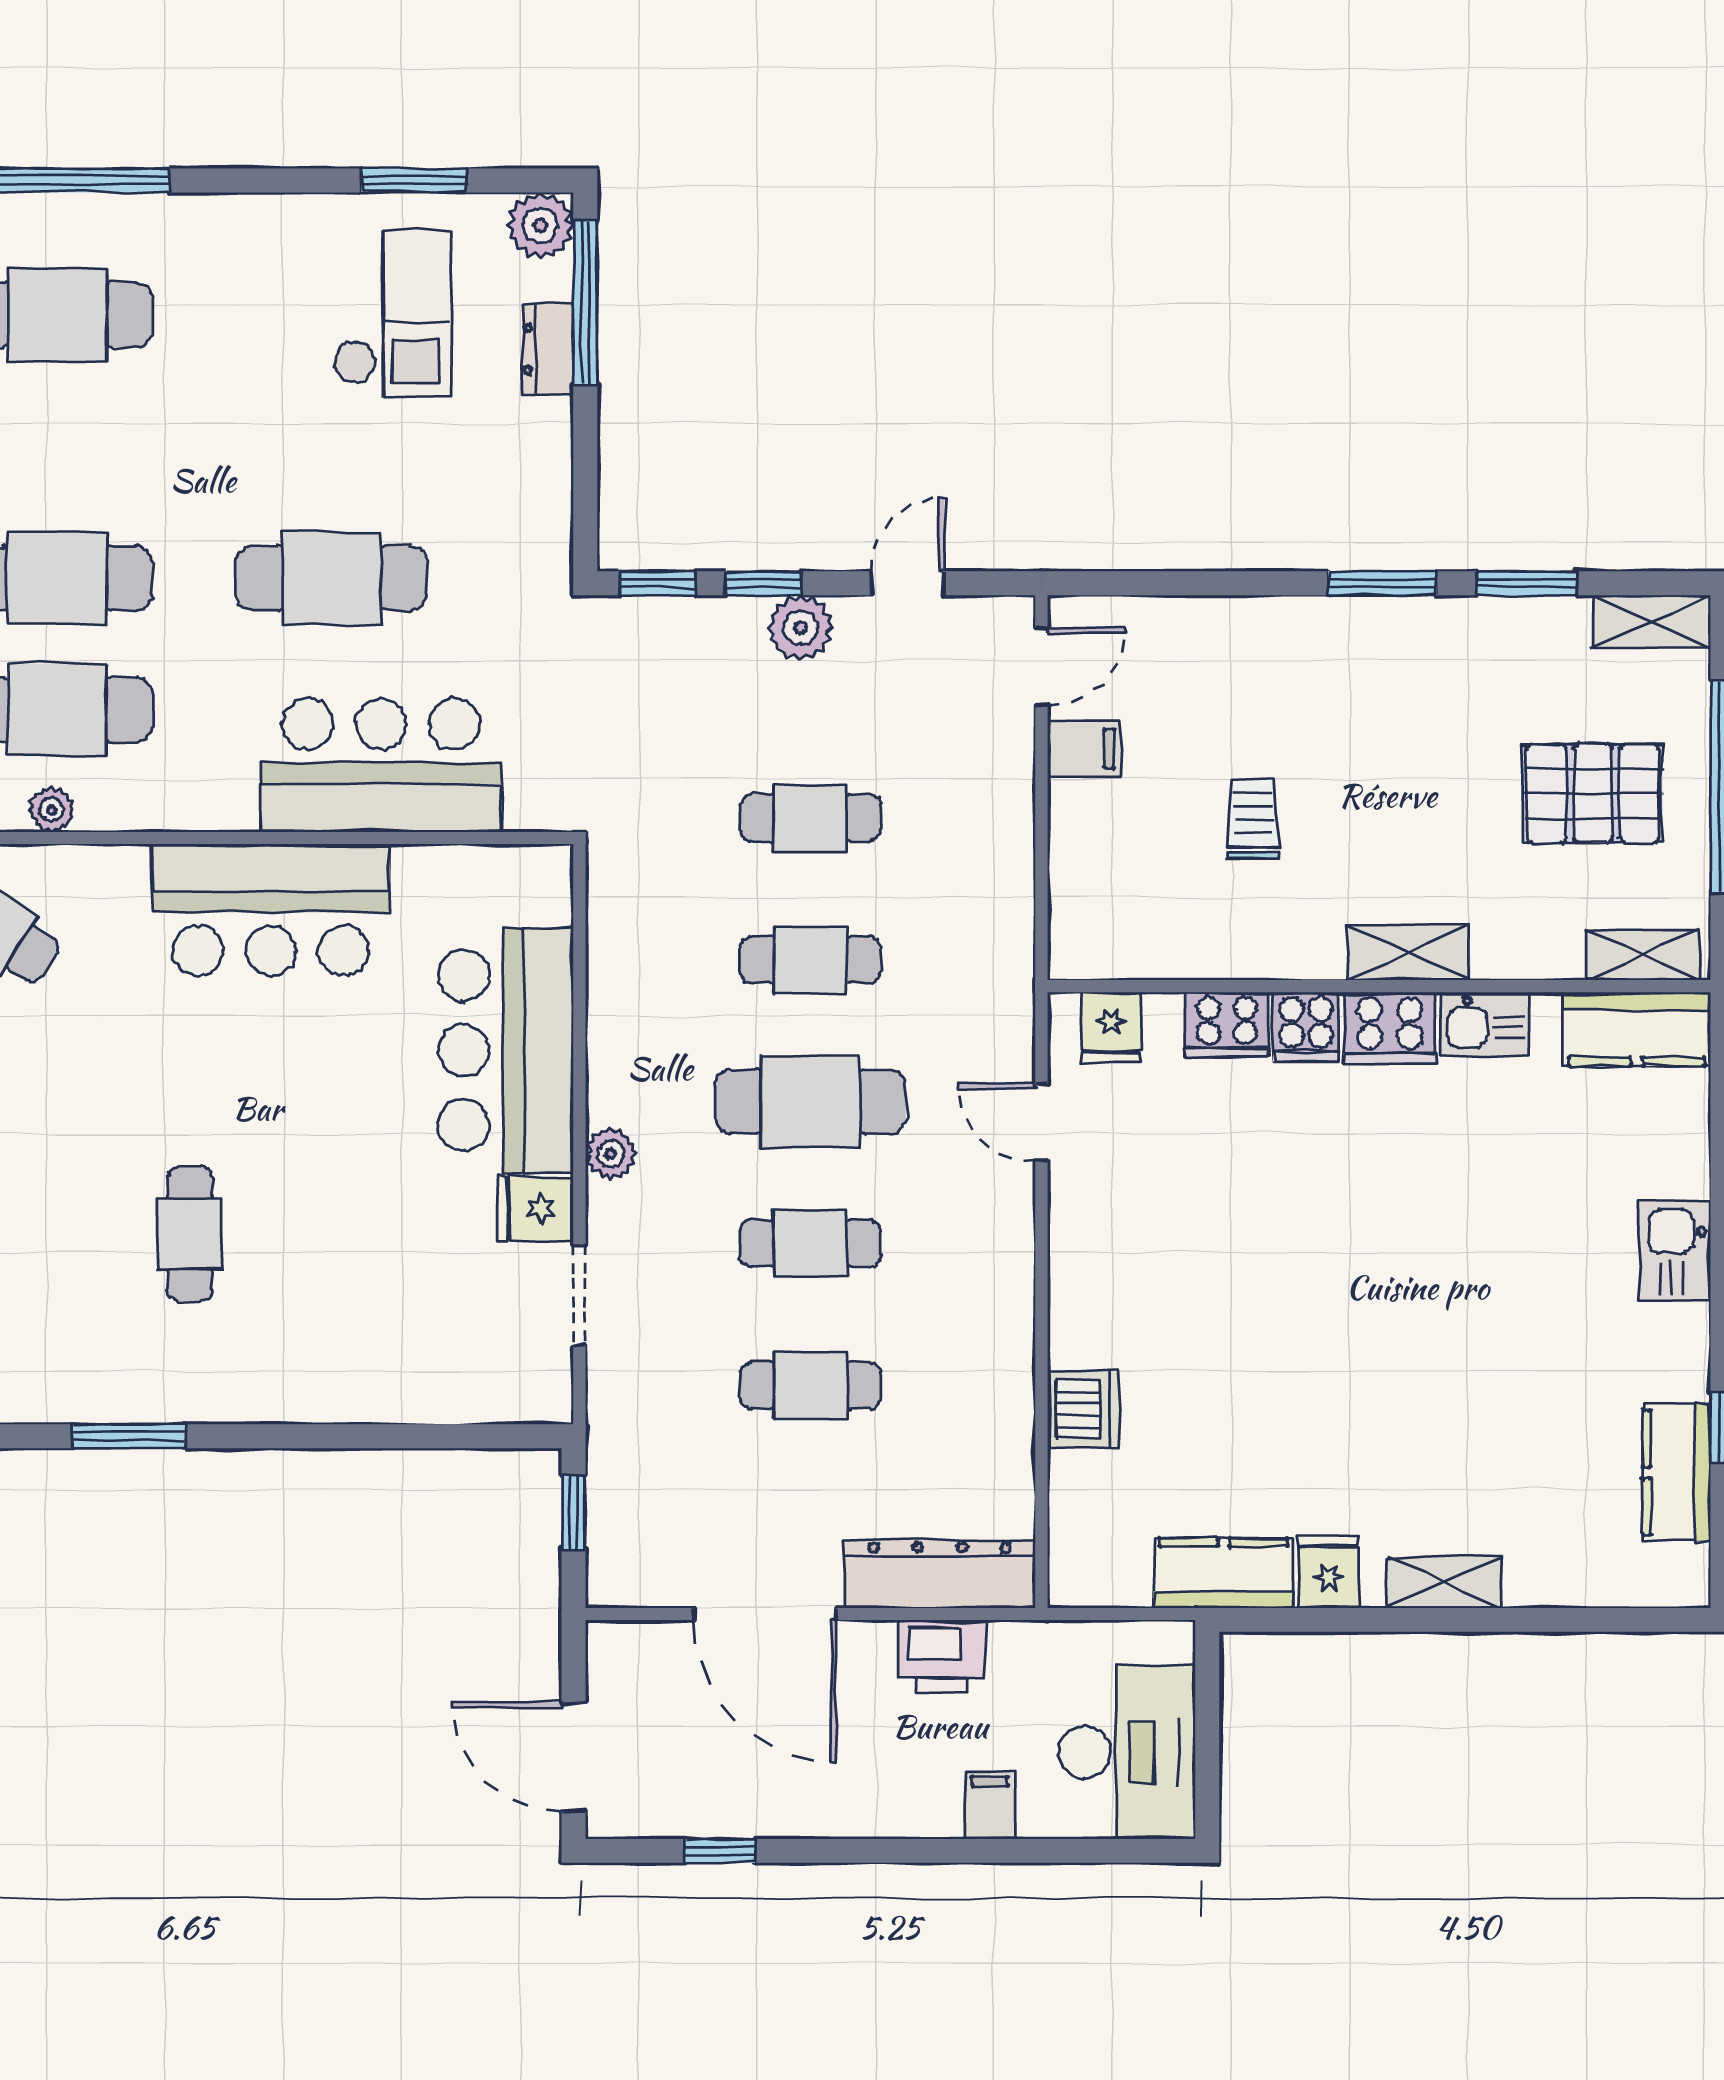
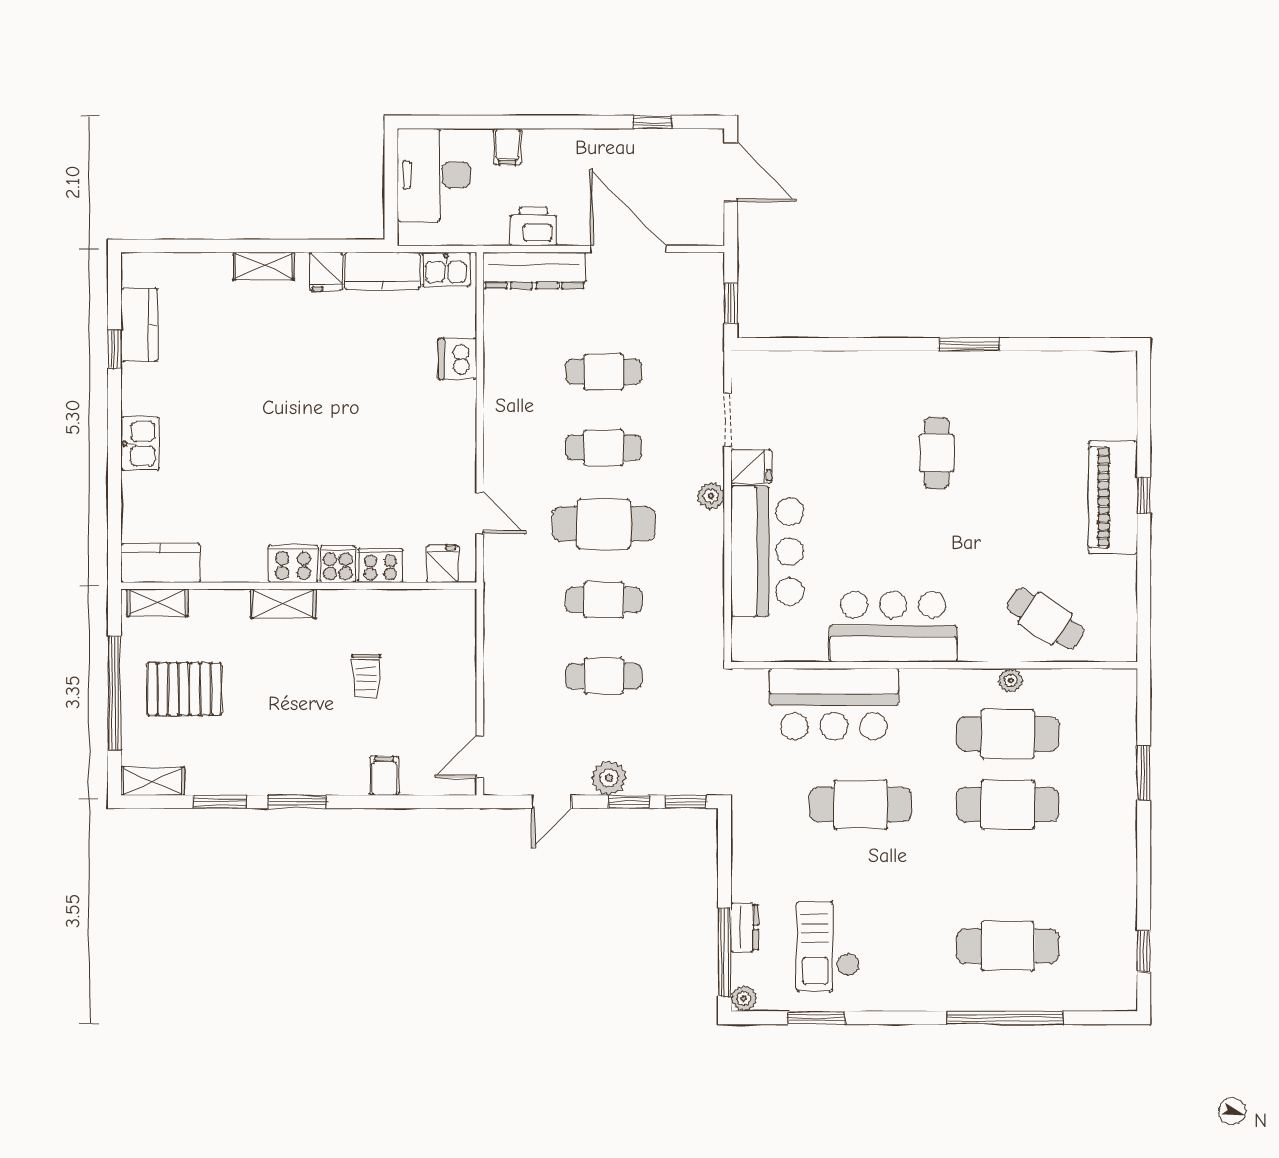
plant: (540, 226) -> (744, 998), width x0.73, depth x0.73
filing cabinet: (1084, 749) -> (384, 776), moved, turned 90
kitchen sink: (1485, 1024) -> (446, 270), moved, turned 180

